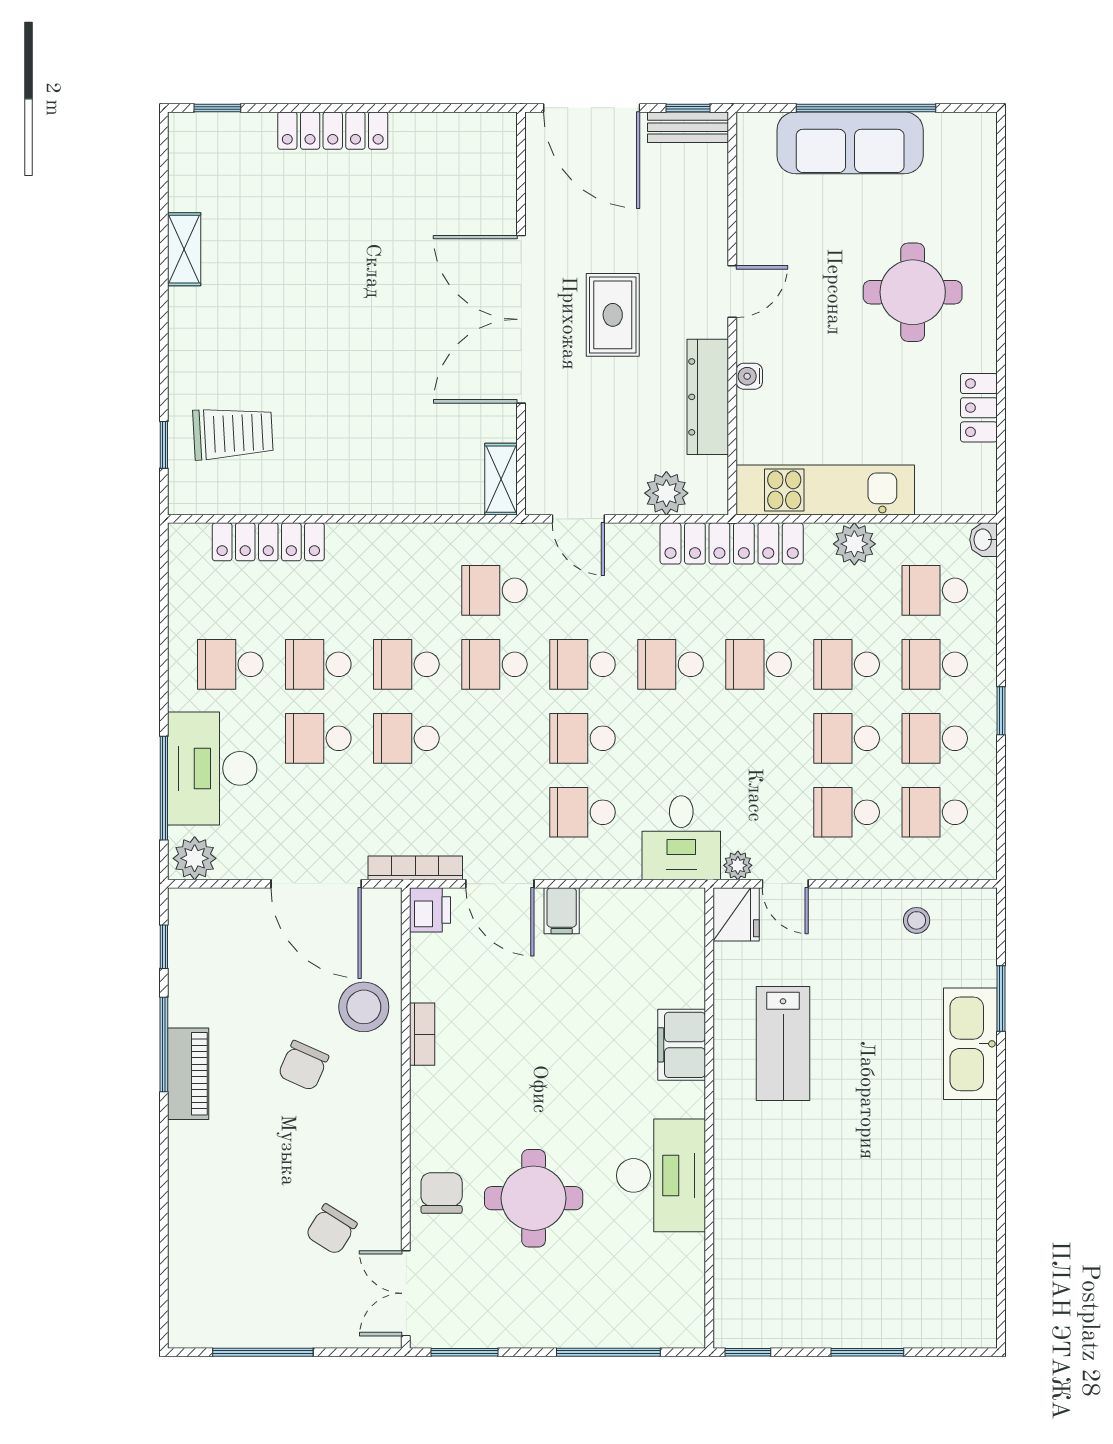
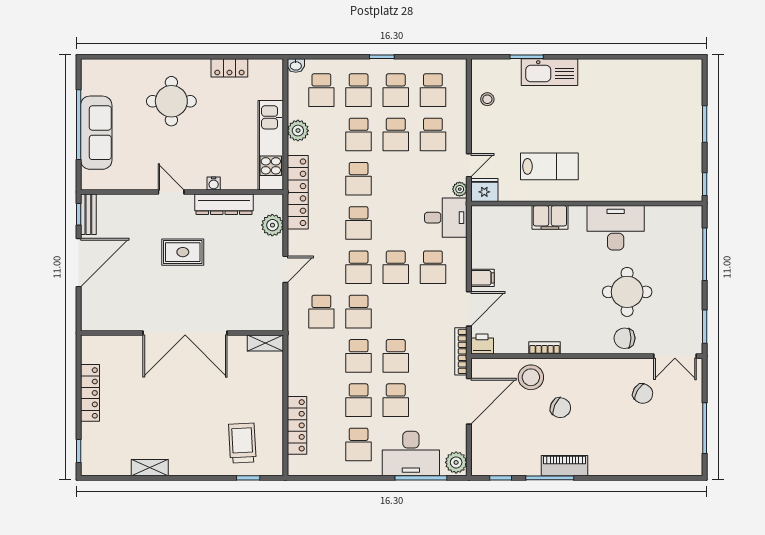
wall: (521, 313) -> (182, 333), moved
double door: (521, 319) -> (185, 333), moved
shelving: (501, 479) -> (265, 343), moved

